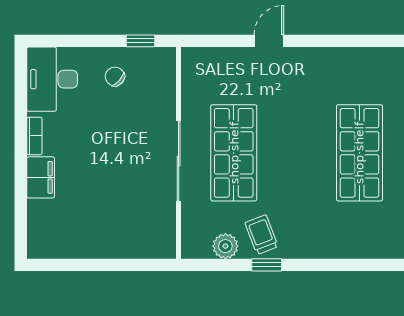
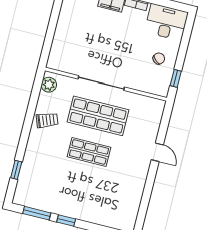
shop shelf: (359, 153) -> (89, 152), moved, width x0.70, depth x0.74
plant: (225, 246) -> (49, 85), moved
window: (267, 265) -> (16, 170), moved

